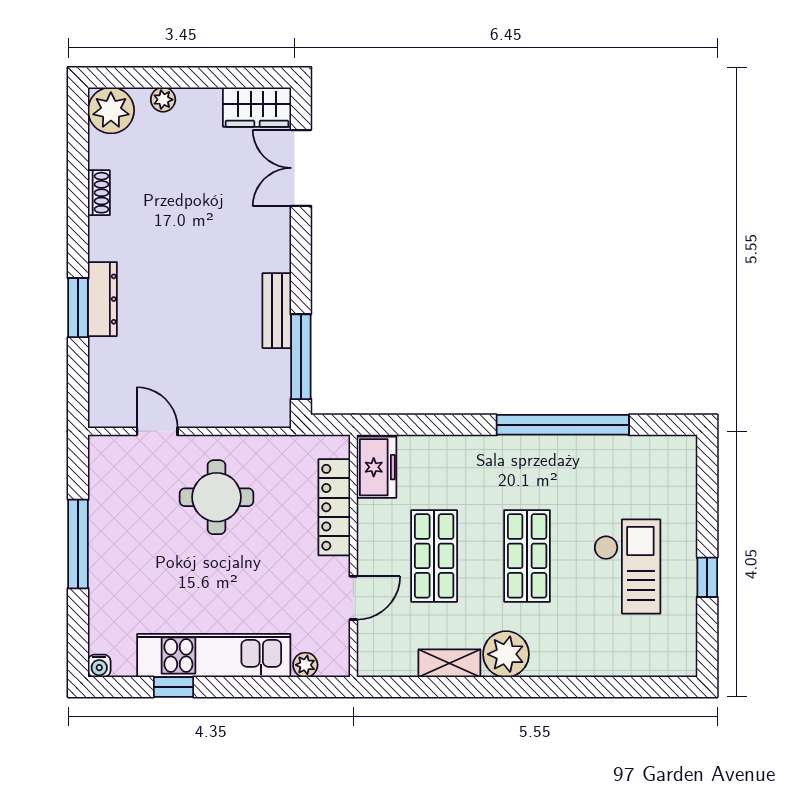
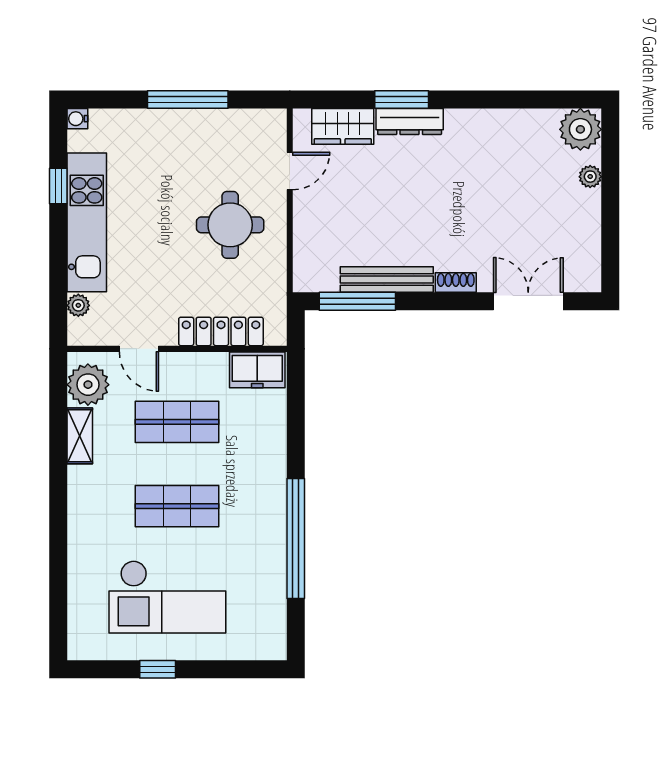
wardrobe: (257, 107) -> (343, 126), moved, turned -90
shoe rack: (99, 193) -> (456, 283), moved, turned 180
bench: (277, 311) -> (387, 279), width x1.36
checkout: (627, 566) -> (167, 597), width x1.36, depth x1.21
plant: (506, 654) -> (88, 385), moved

